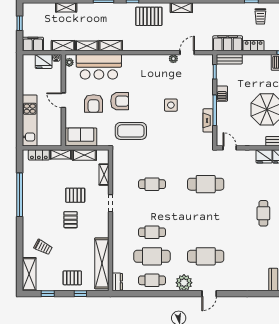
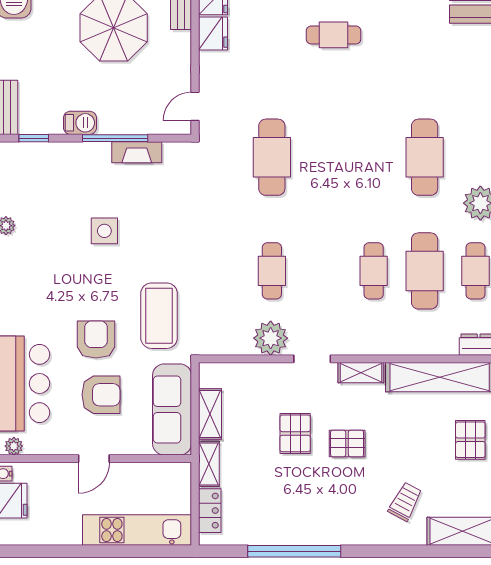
sofa: (81, 137) -> (172, 409), width x1.36
shelving: (104, 175) -> (361, 373), moved
plant: (120, 184) -> (271, 338), added

